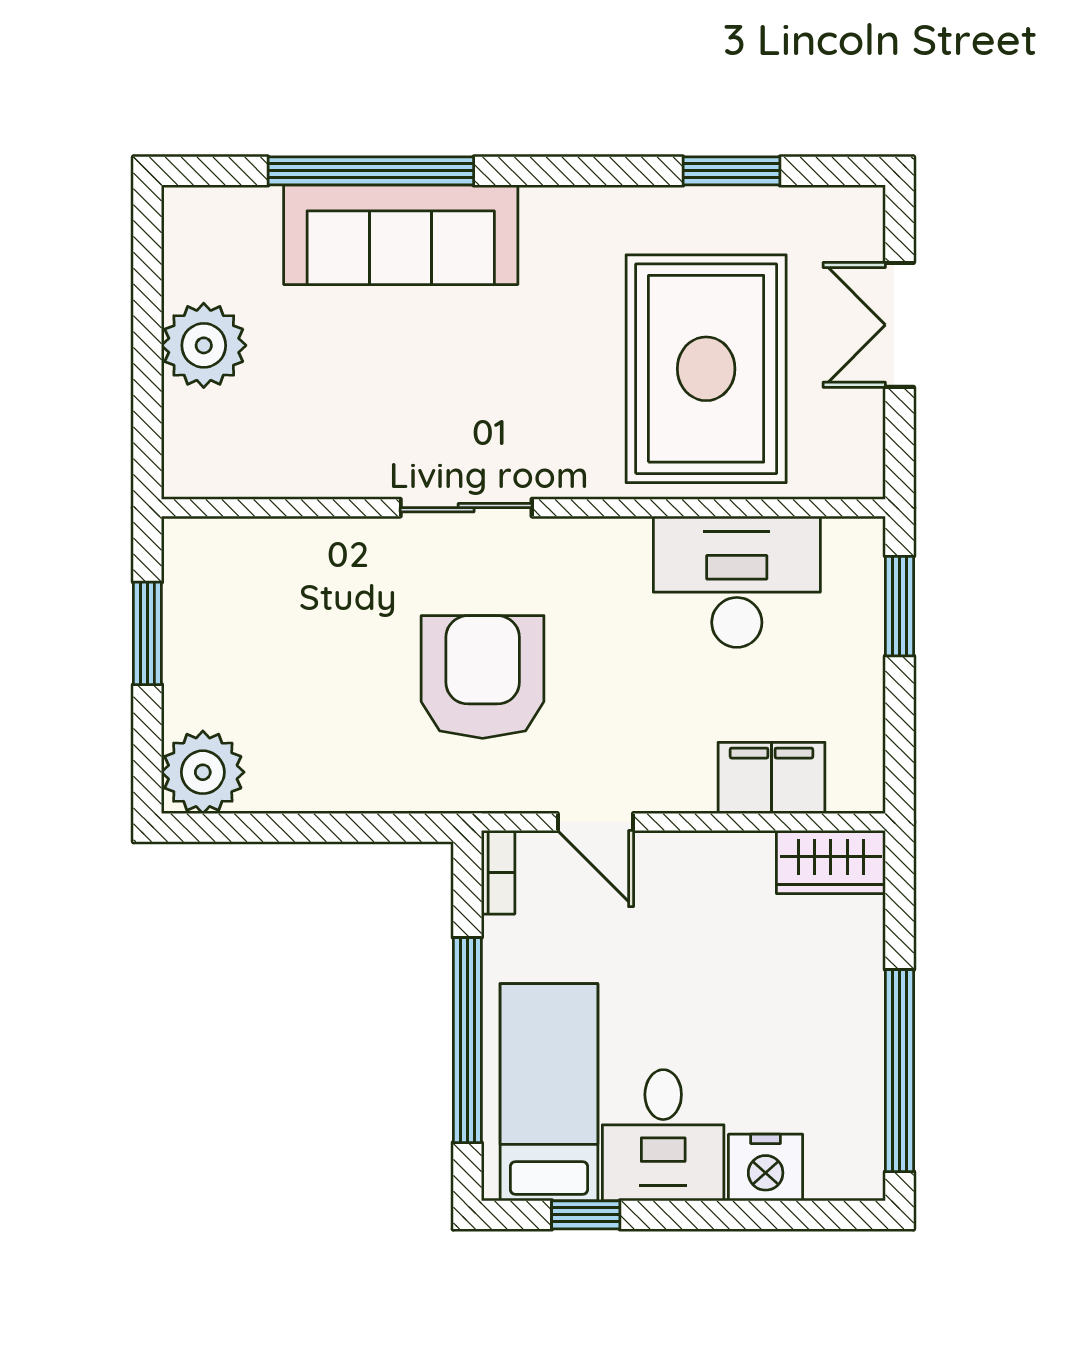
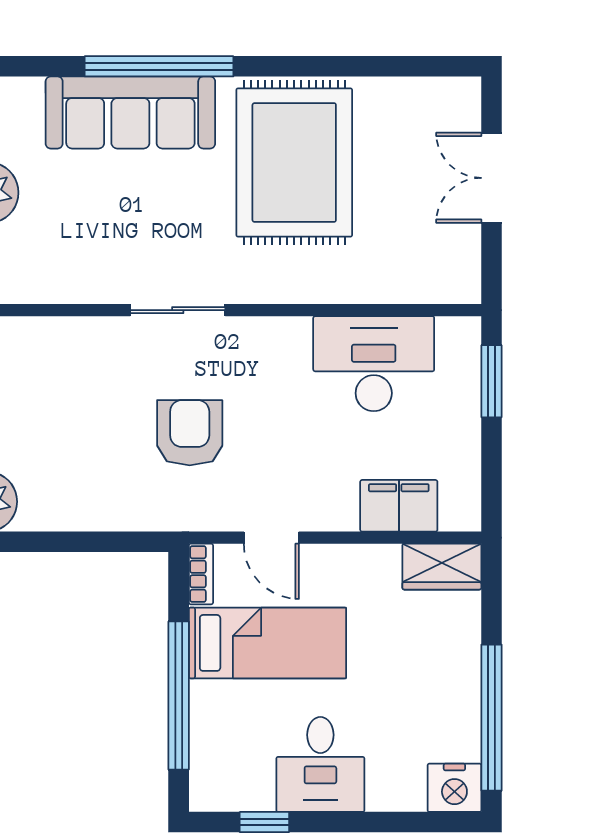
window: (371, 171) -> (159, 66), moved
window: (732, 171) -> (370, 66), removed
rug: (706, 369) -> (294, 163), moved
armchair: (483, 677) -> (190, 433), width x0.73, depth x0.73
bed: (549, 1092) -> (267, 643), moved, turned 90
nightstand: (766, 1168) -> (454, 788), moved

